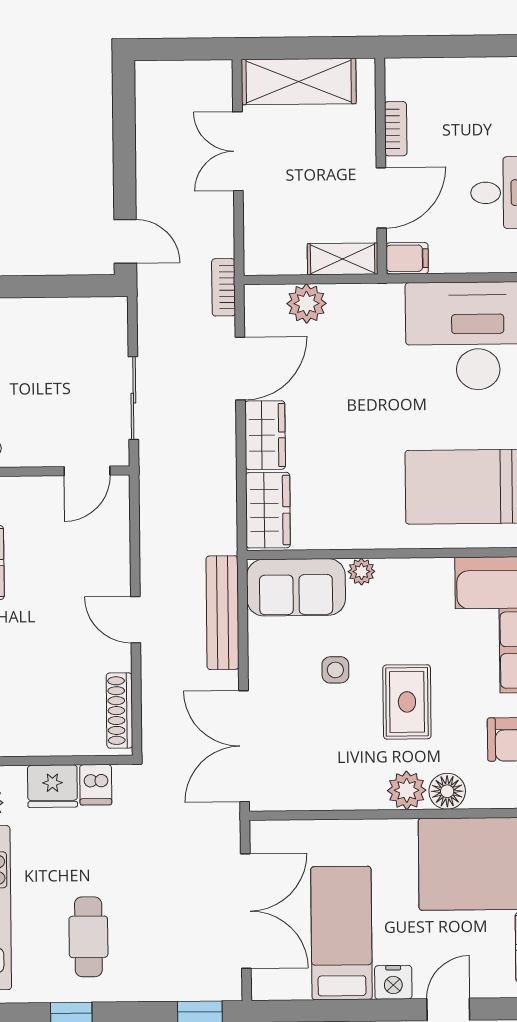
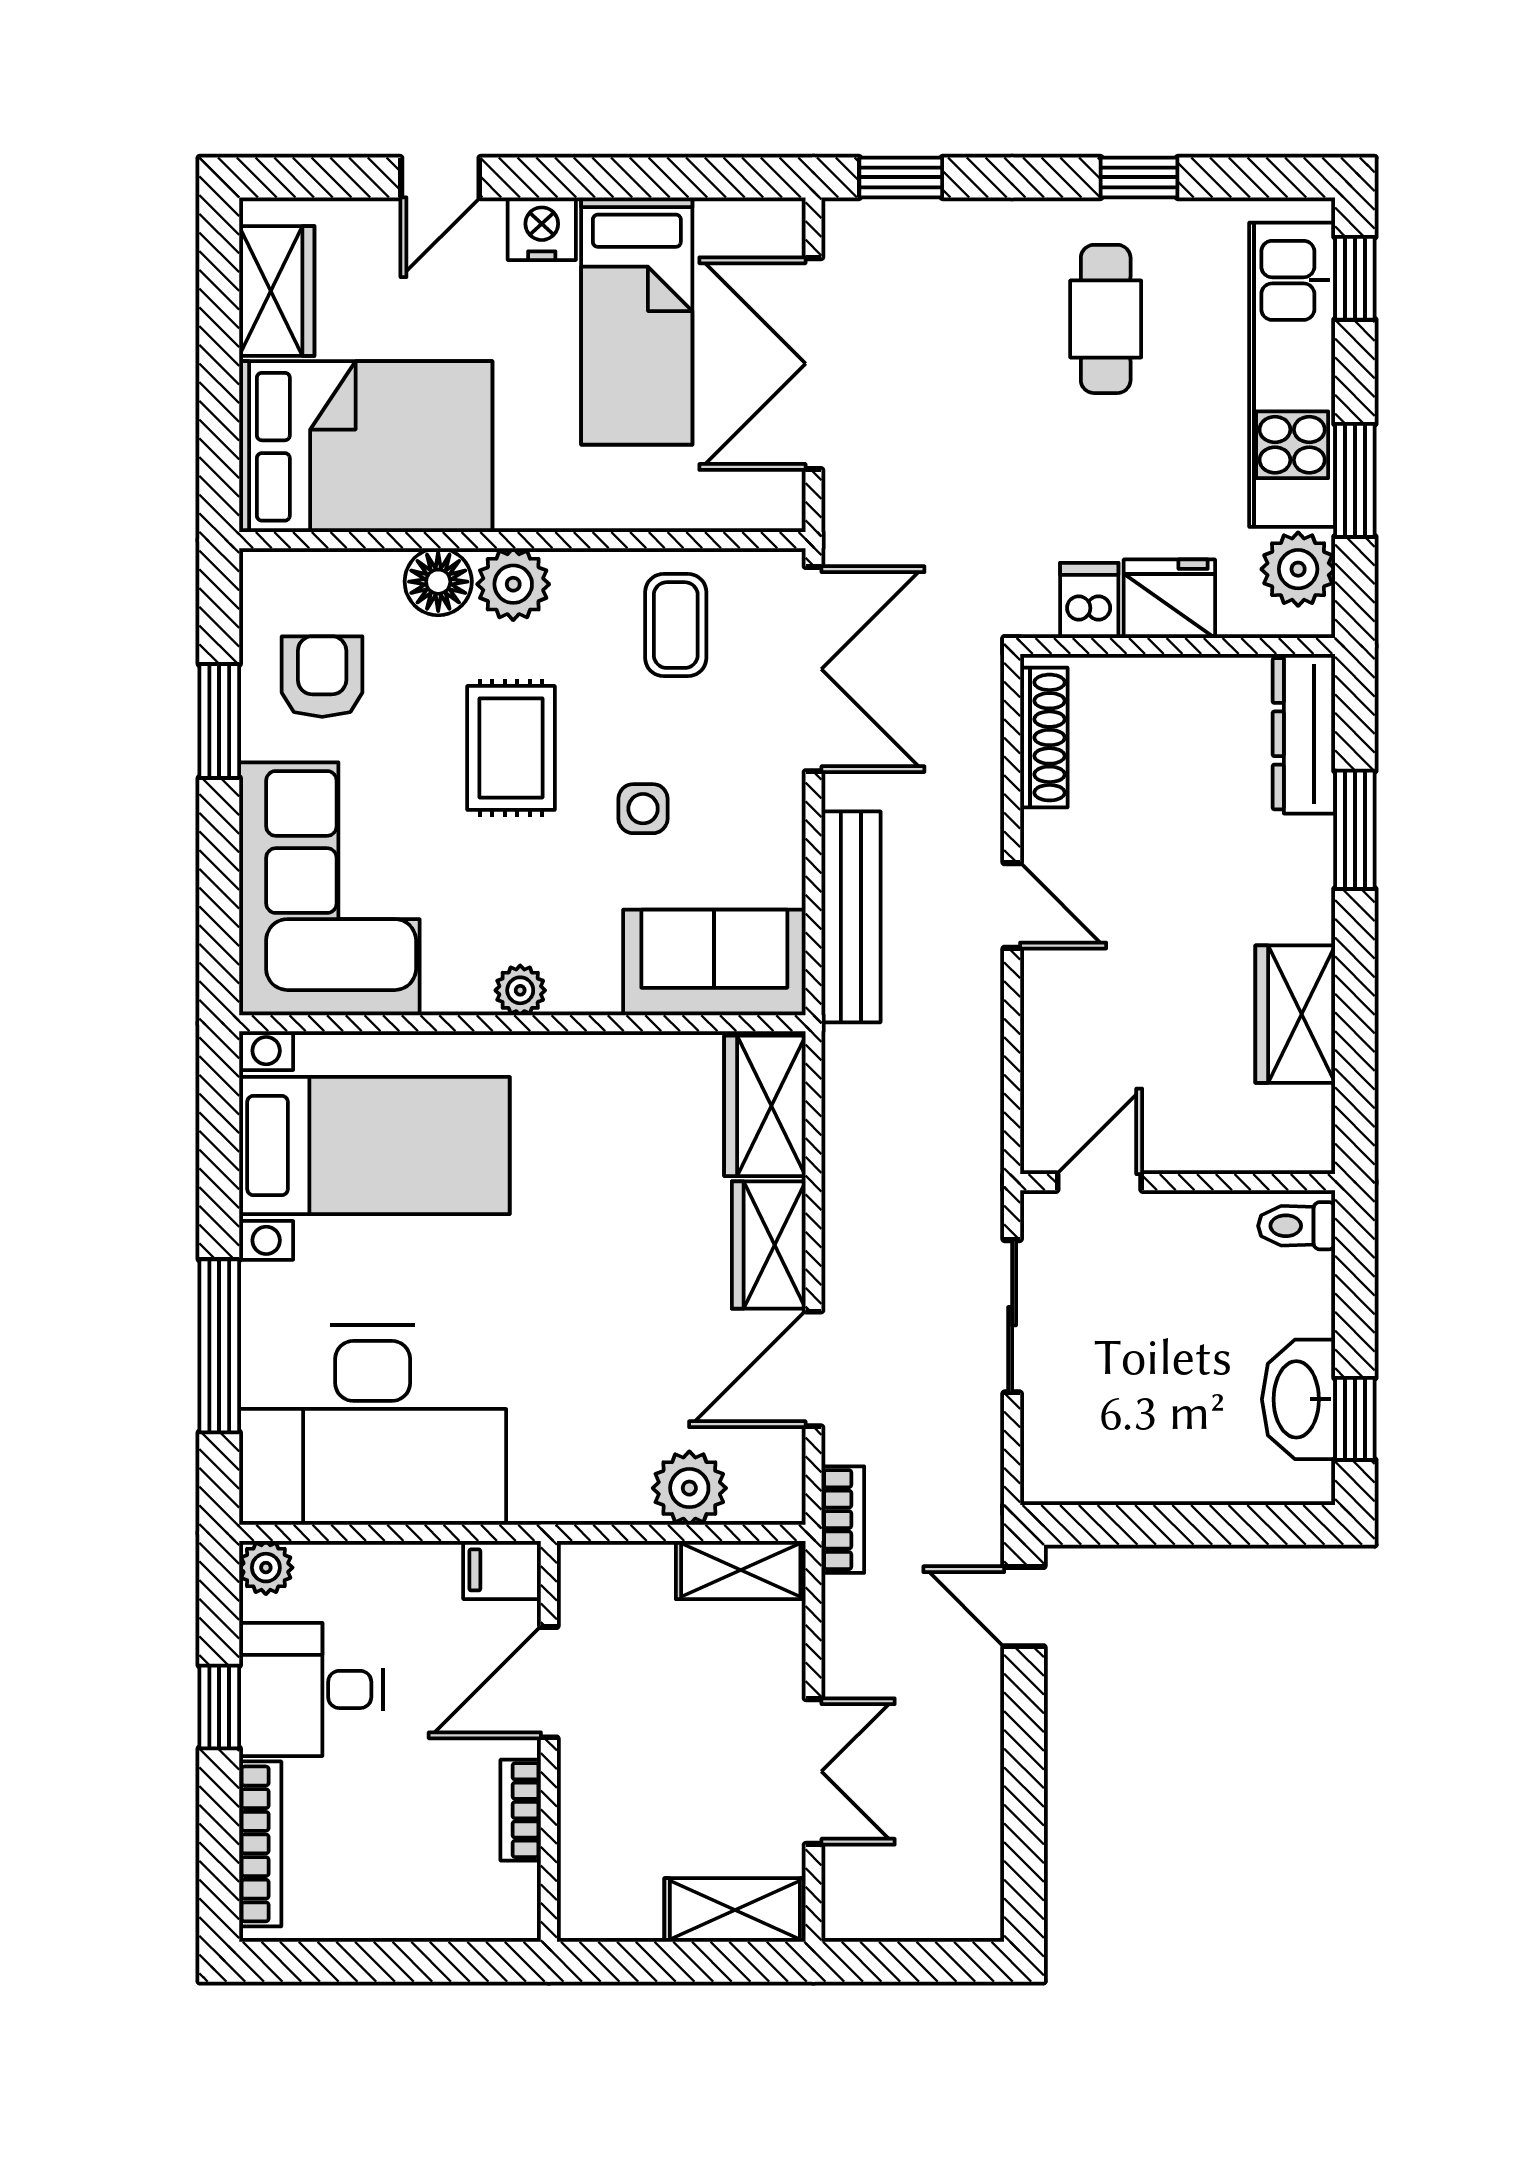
shelving: (299, 82) -> (735, 1910), width x0.67, depth x0.75
shelving: (343, 259) -> (741, 1570), moved
plant: (361, 572) -> (520, 990), moved
coffee table: (319, 769) -> (676, 625), added

